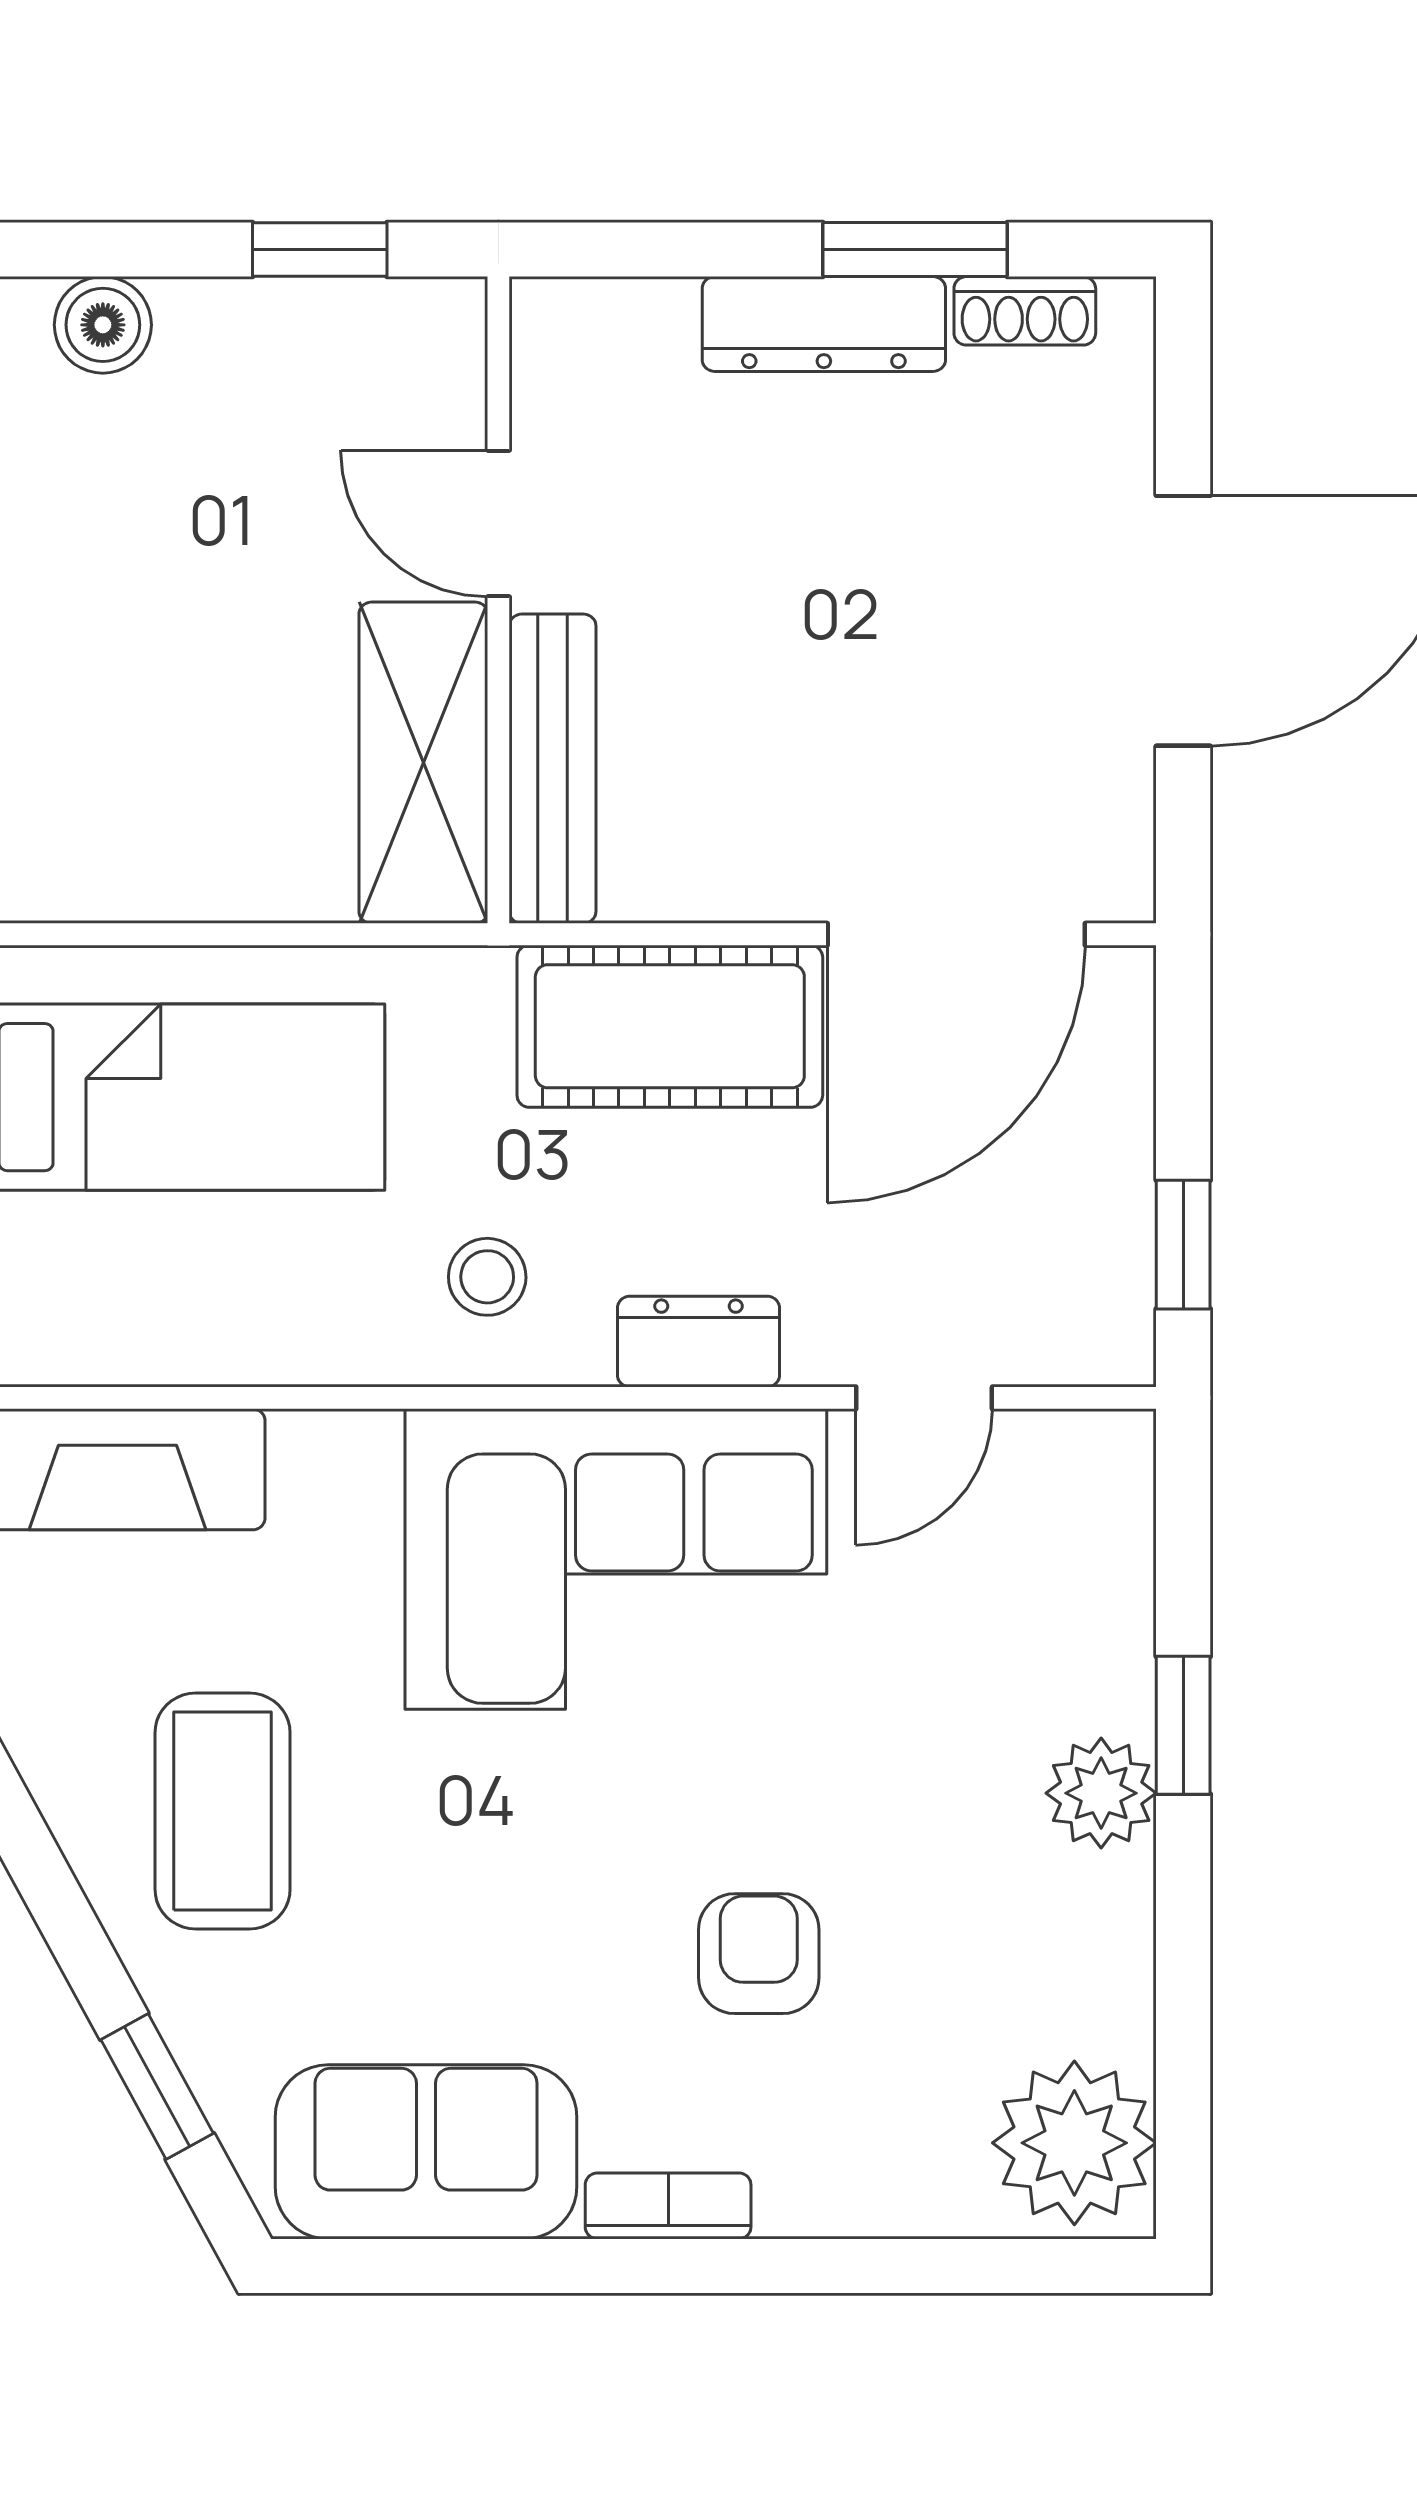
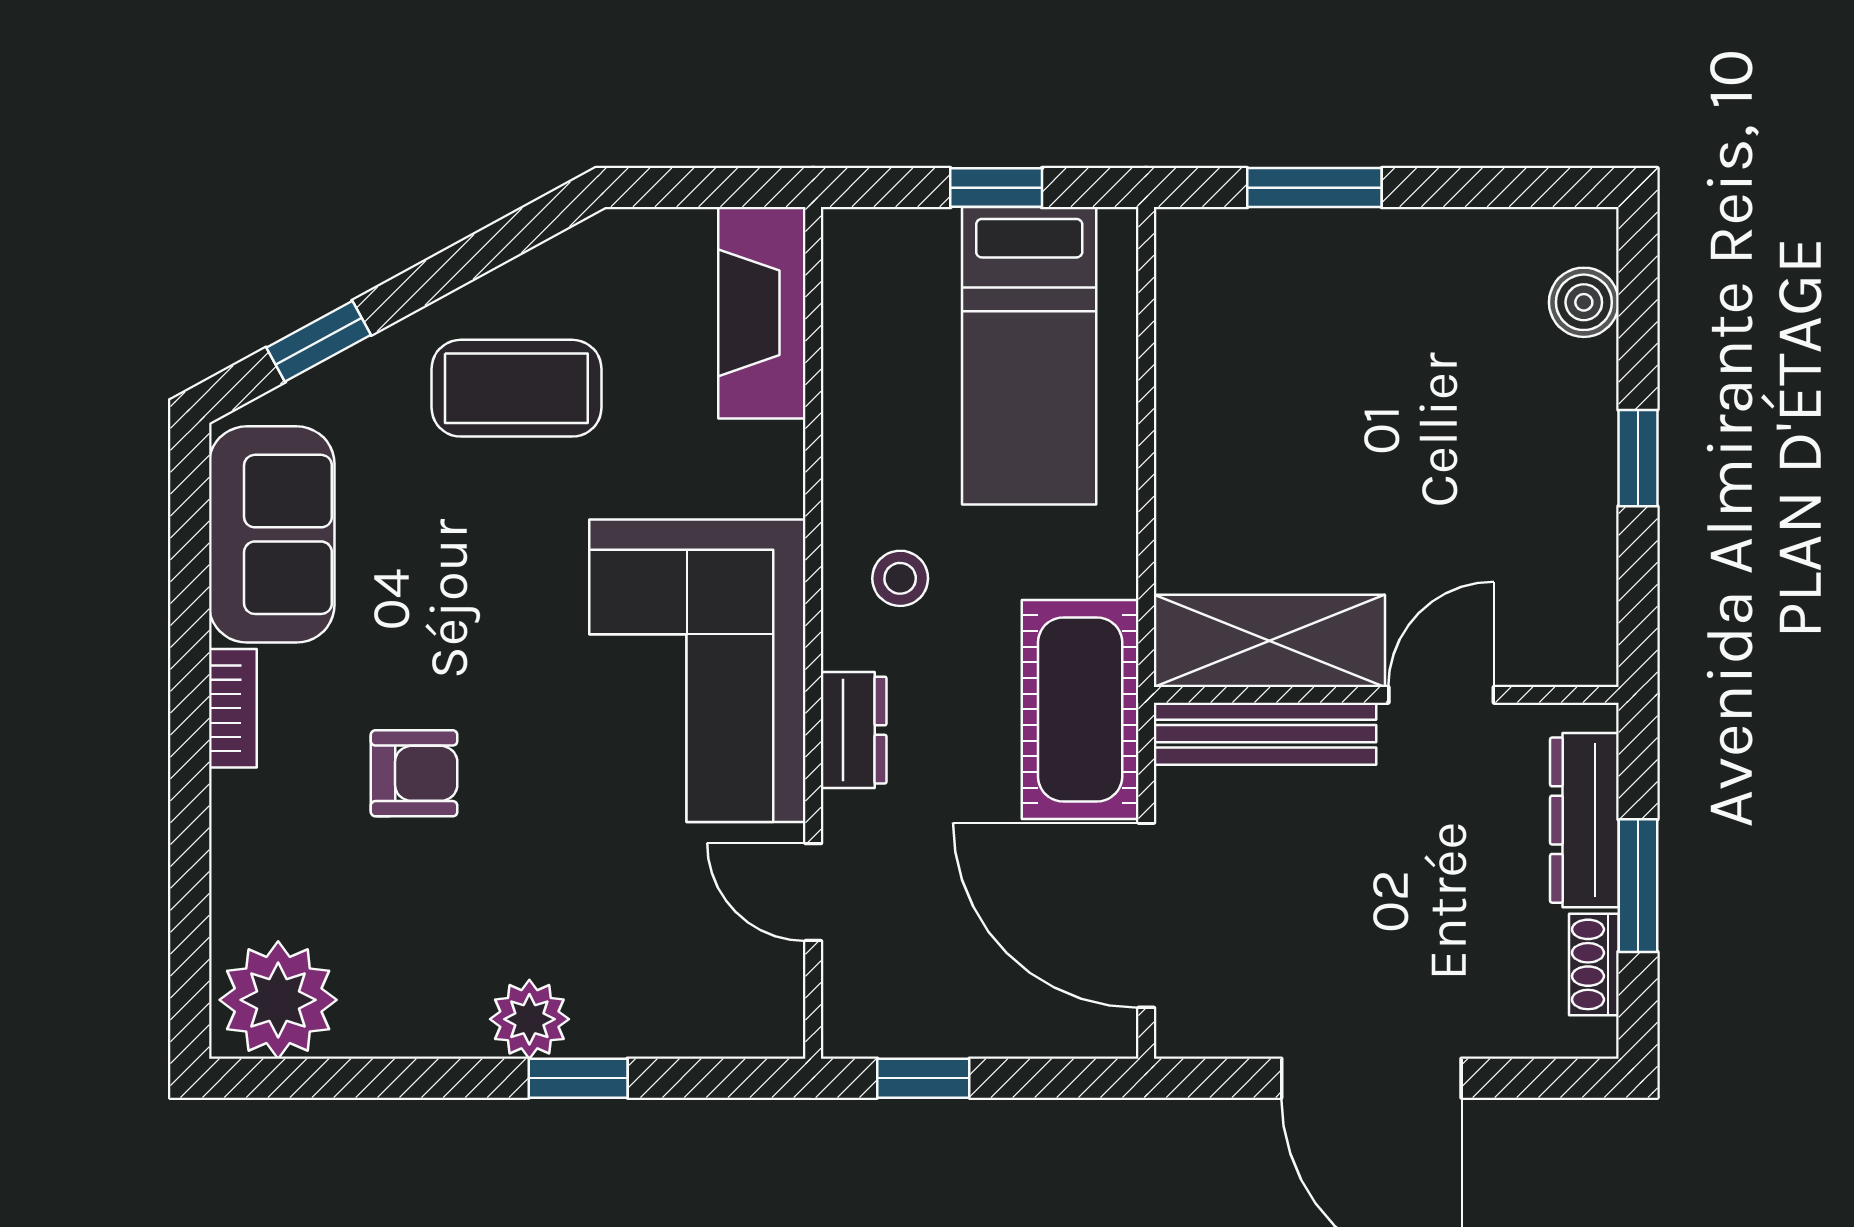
door: (498, 524) -> (1441, 695), moved
wall: (498, 600) -> (1386, 695), moved
shelving: (423, 763) -> (1269, 641), moved
bench: (553, 769) -> (1265, 734), moved

